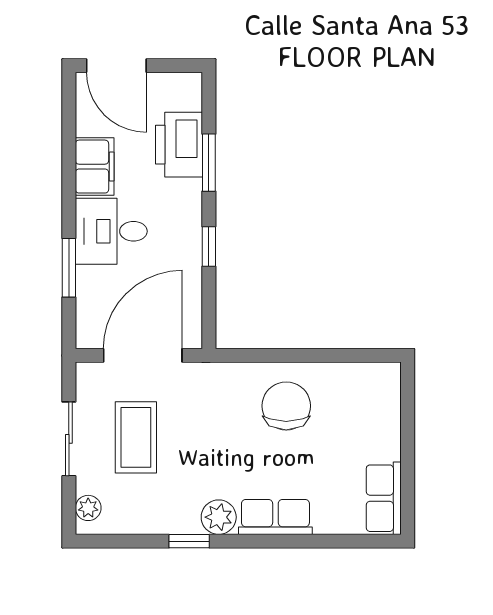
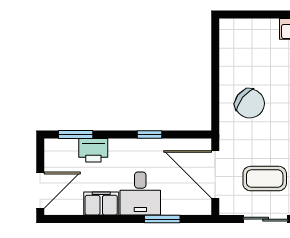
printer: (179, 145) -> (93, 150), width x0.73, depth x0.84
window: (209, 163) -> (76, 134), moved
chair: (286, 406) -> (250, 103), moved, turned -142

